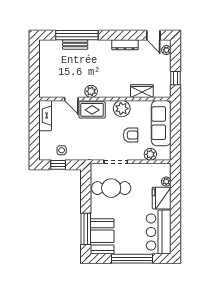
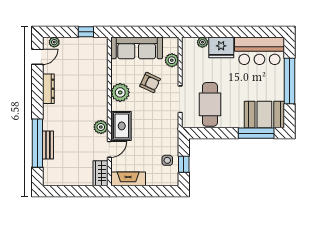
wardrobe: (142, 91) -> (100, 173), moved
armchair: (131, 135) -> (150, 82), turned 115

